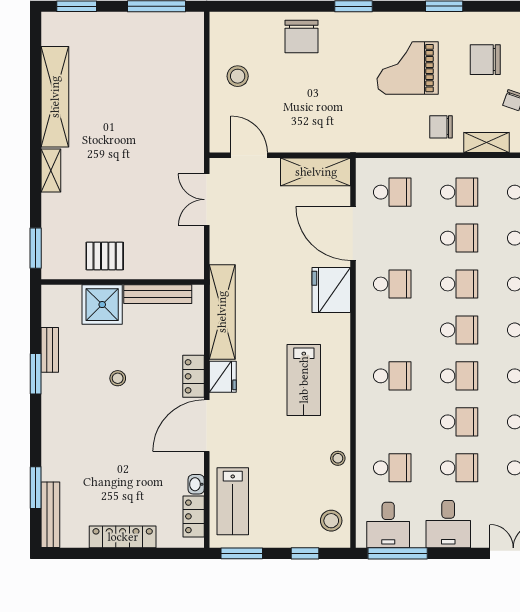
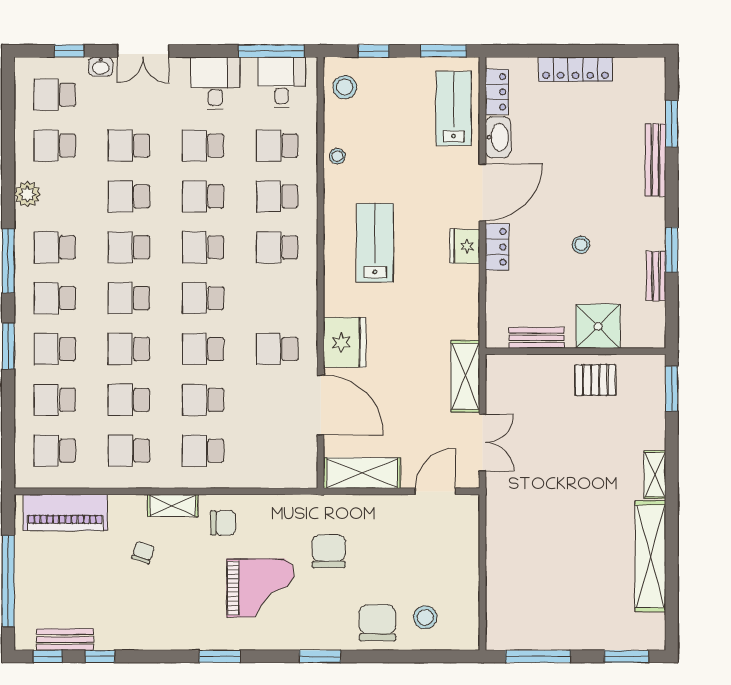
chair: (485, 60) -> (329, 551), moved, turned -90
stool: (238, 76) -> (425, 617), moved
door: (249, 155) -> (435, 491), swing flipped
school desk: (392, 192) -> (277, 196), moved
bench: (158, 294) -> (537, 338), width x0.73
shelving: (222, 312) -> (465, 376), moved, width x0.68
washbasin: (196, 484) -> (498, 137), width x1.91, depth x1.45
bench: (50, 515) -> (655, 160), moved

